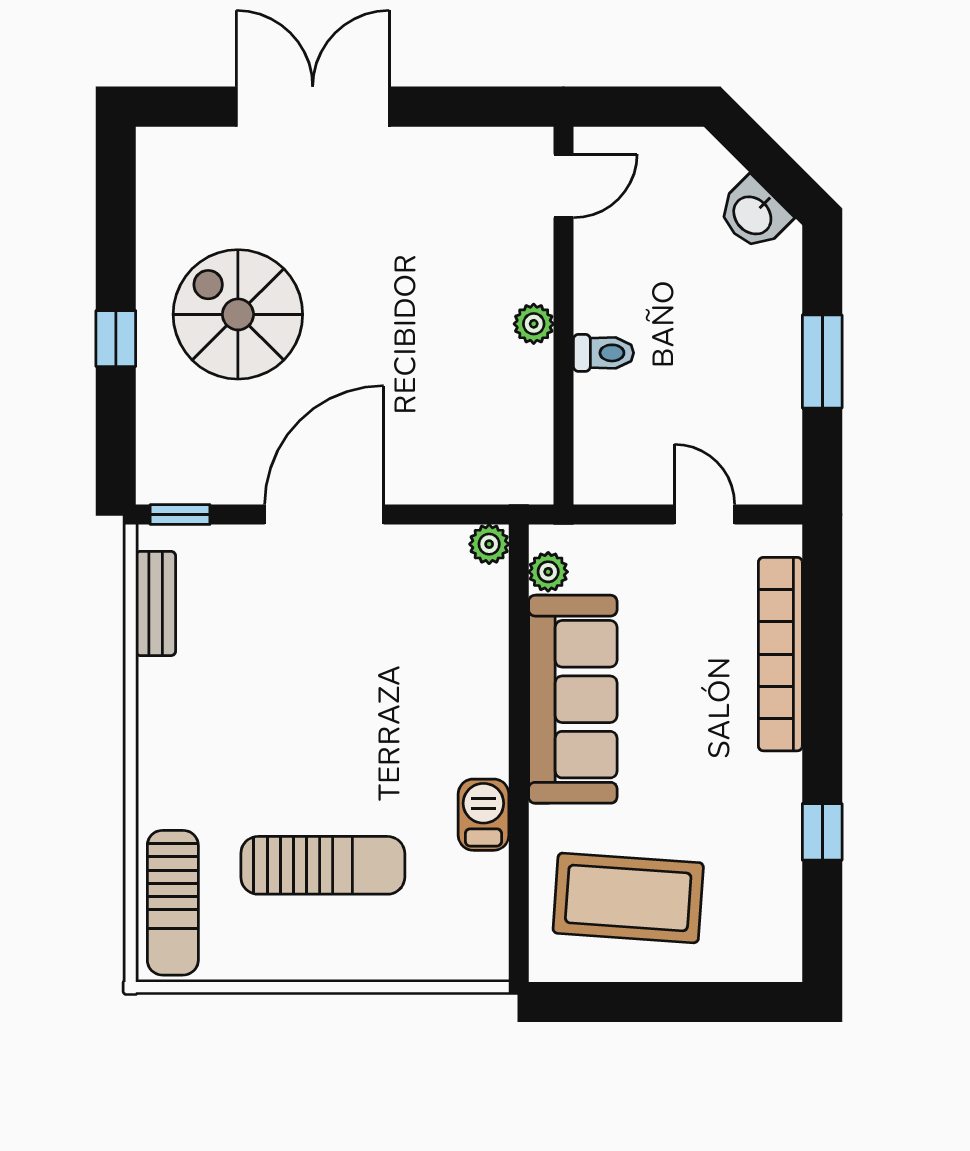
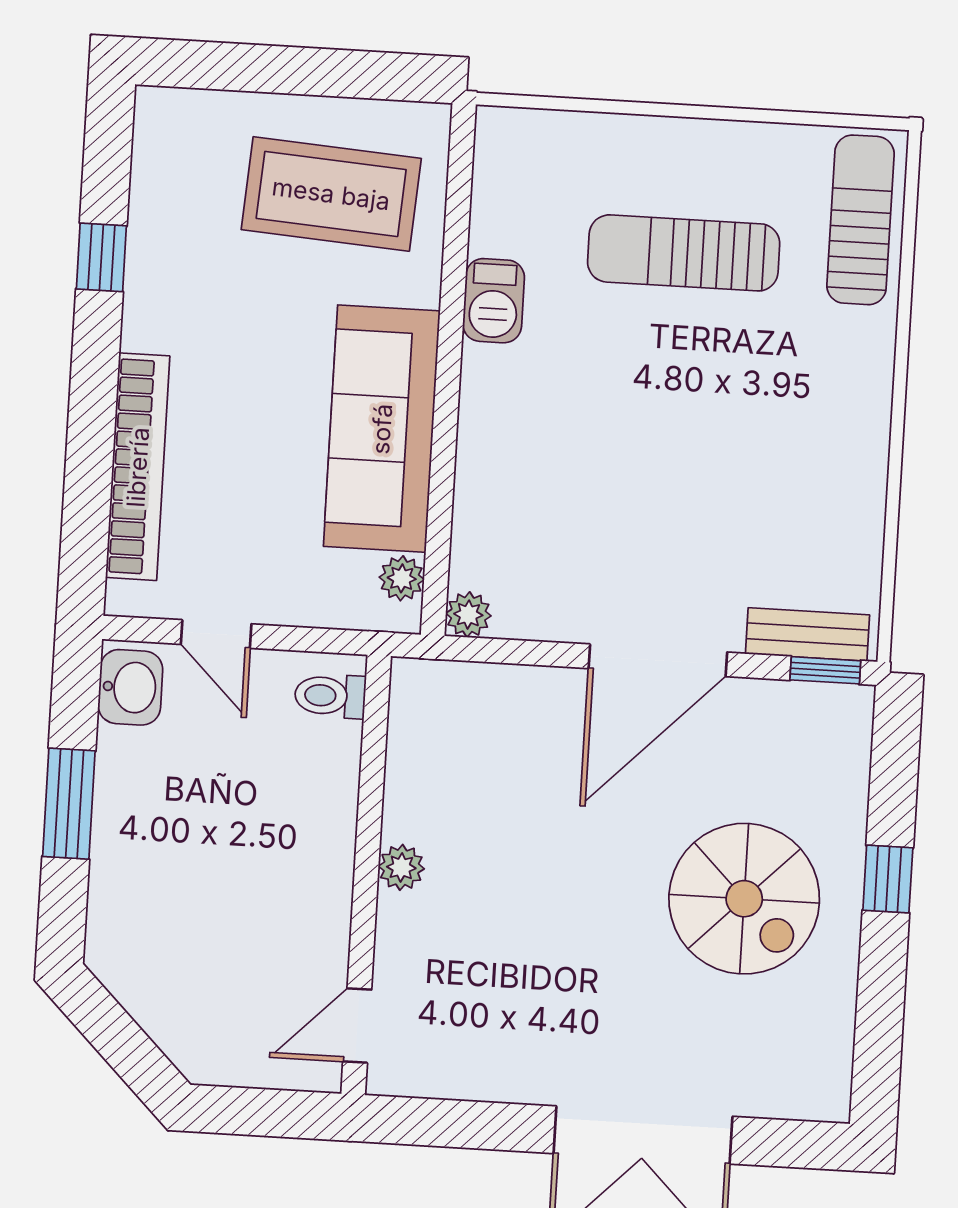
washbasin: (753, 214) -> (130, 687), moved, turned 45
toilet: (604, 353) -> (330, 696), moved
bench: (156, 603) -> (808, 634), moved, turned 90

